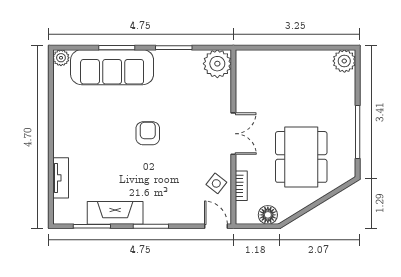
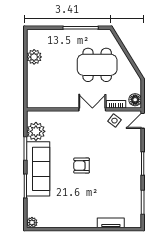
plant: (344, 61) -> (34, 57), moved
plant: (217, 64) -> (36, 131), moved
sofa: (112, 67) -> (38, 169), moved
double door: (233, 134) -> (92, 109), moved
fireplace: (115, 213) -> (134, 187), removed
floor lamp: (268, 215) -> (135, 100), moved

